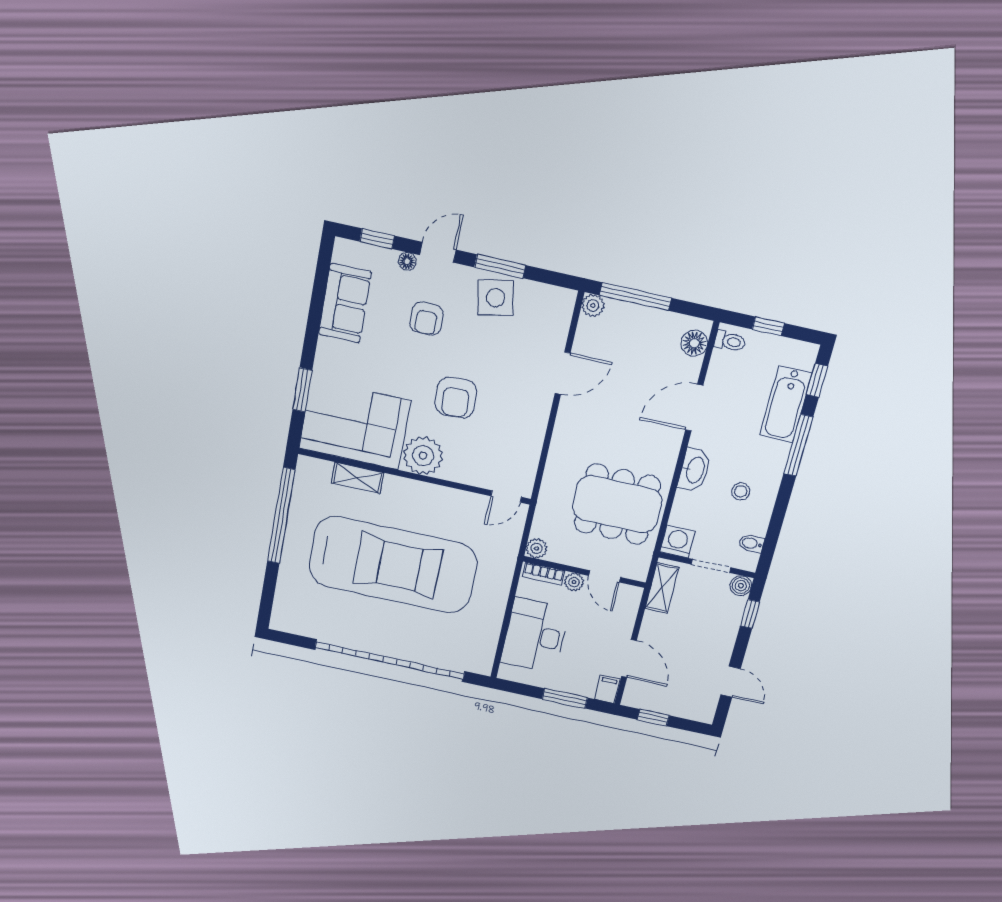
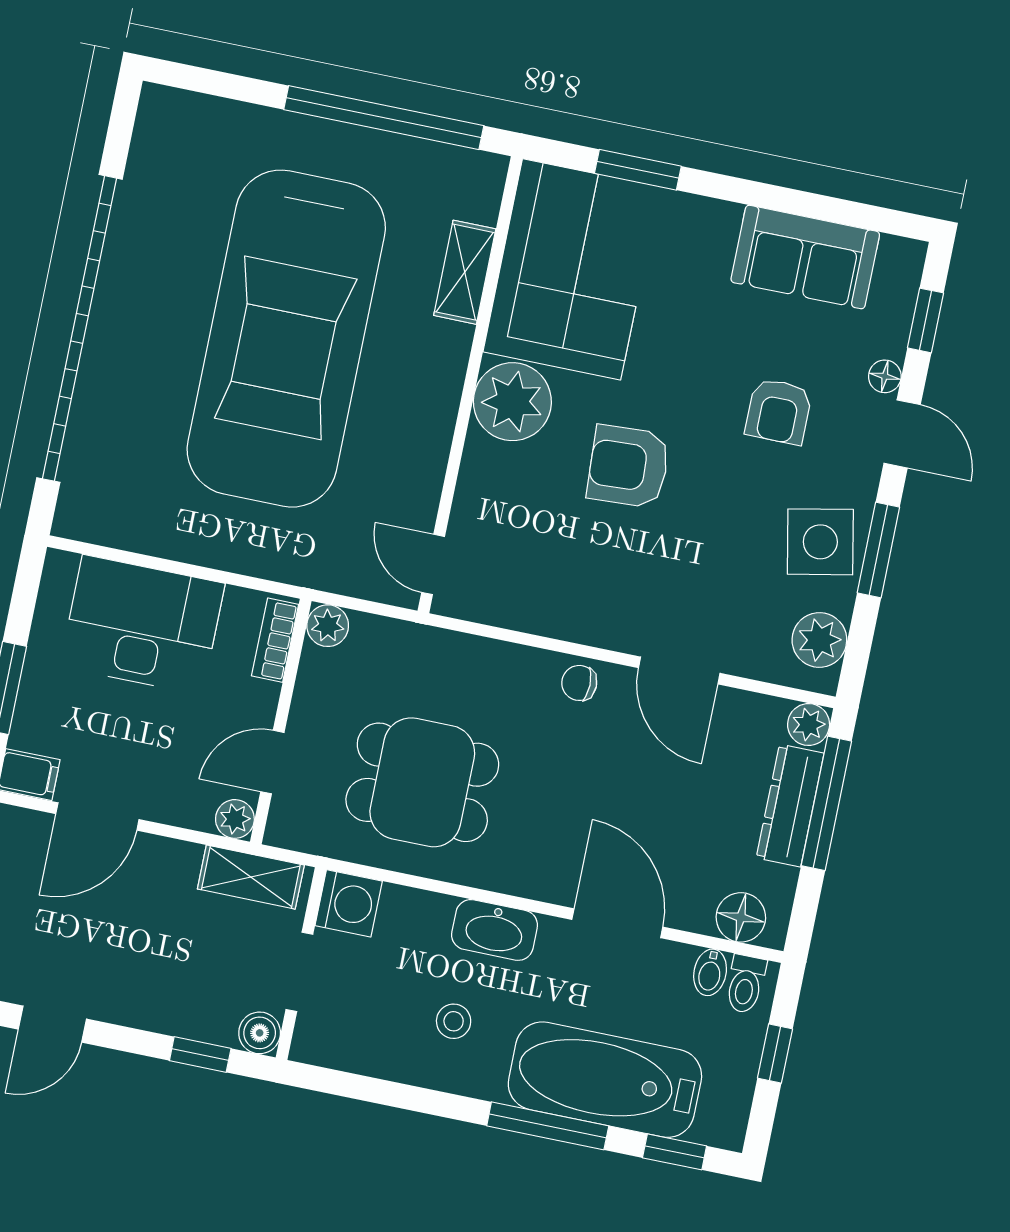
plant: (548, 299) -> (819, 640), added
dresser: (636, 316) -> (790, 806), added
armchair: (427, 319) -> (779, 411), turned -90
bathtub: (786, 404) -> (605, 1080), width x1.36, depth x1.36
chair: (568, 425) -> (579, 683), added
dining table: (617, 504) -> (422, 782), width x0.73
bidet: (751, 543) -> (710, 972), moved, turned 180
plant: (574, 582) -> (235, 819), moved

